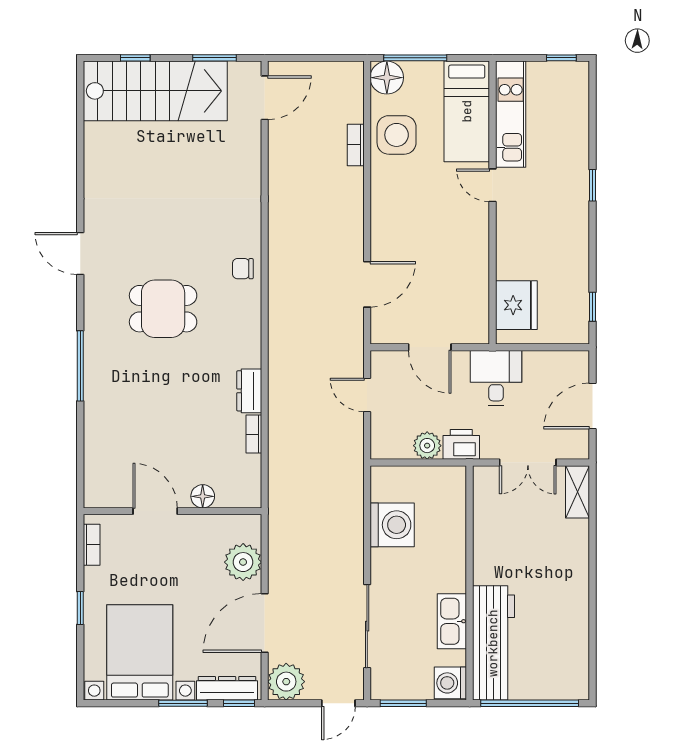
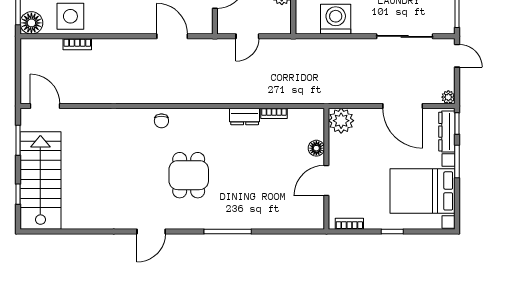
plant: (243, 562) -> (341, 121), moved
plant: (286, 682) -> (448, 97), width x0.53, depth x0.53

